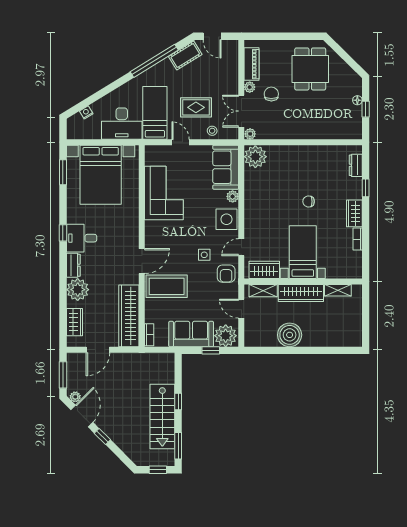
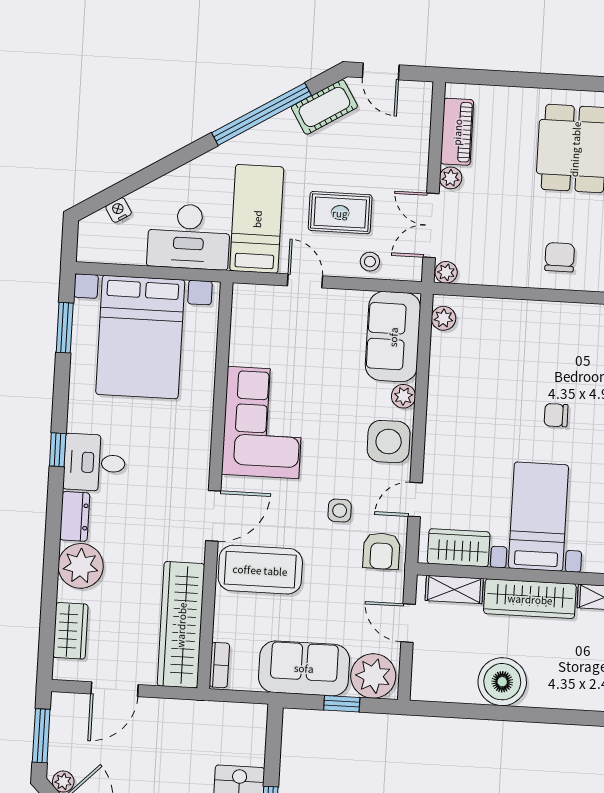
chair: (271, 94) -> (560, 257), moved
plant: (255, 157) -> (443, 318), width x0.53, depth x0.53
corner sofa: (164, 193) -> (263, 423), moved

